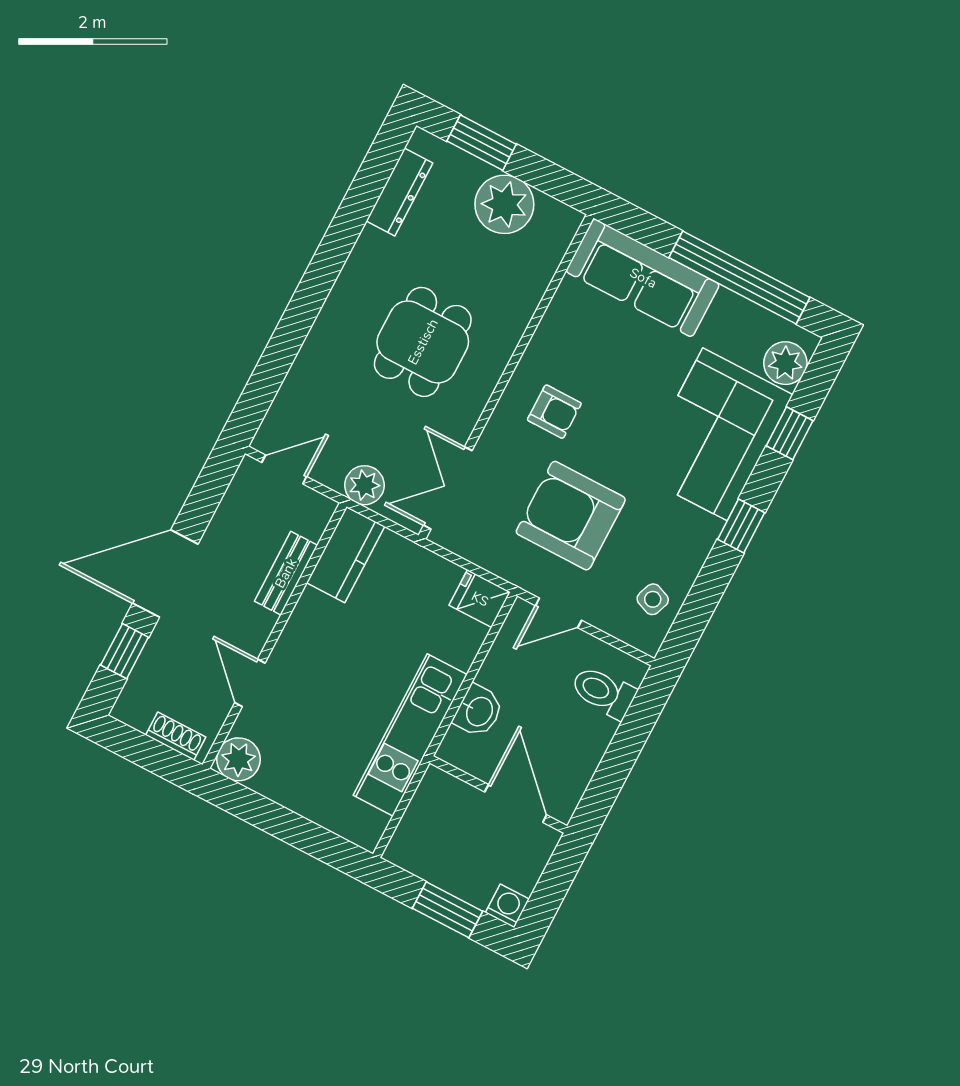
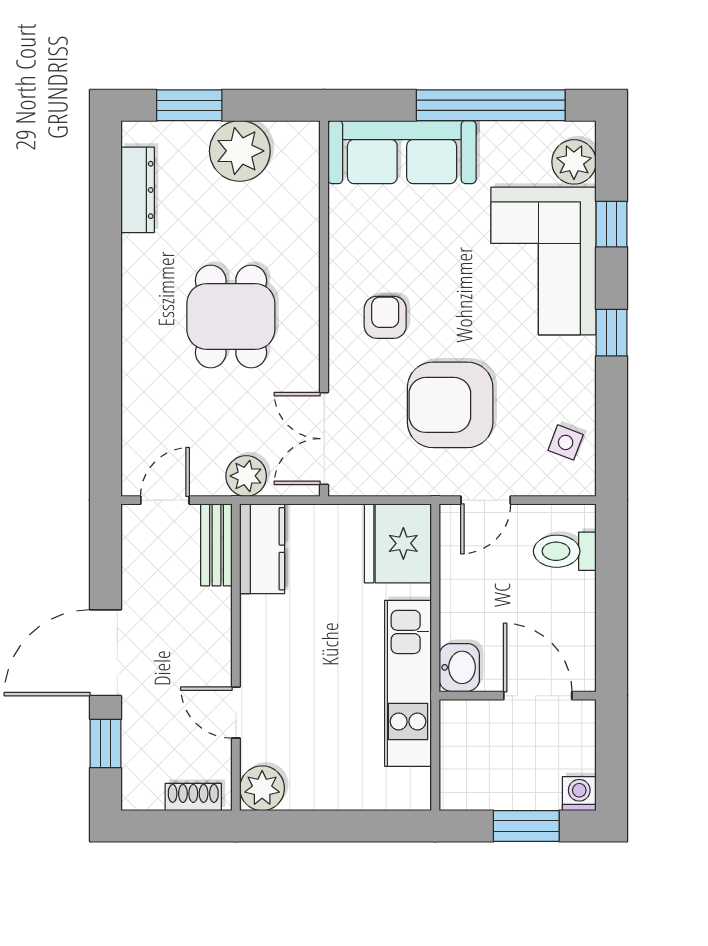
armchair: (554, 412) -> (385, 317), turned -90
bench: (286, 573) -> (216, 545), moved
fridge: (480, 599) -> (398, 543), width x1.88, depth x1.34
washbasin: (478, 711) -> (459, 667), moved

